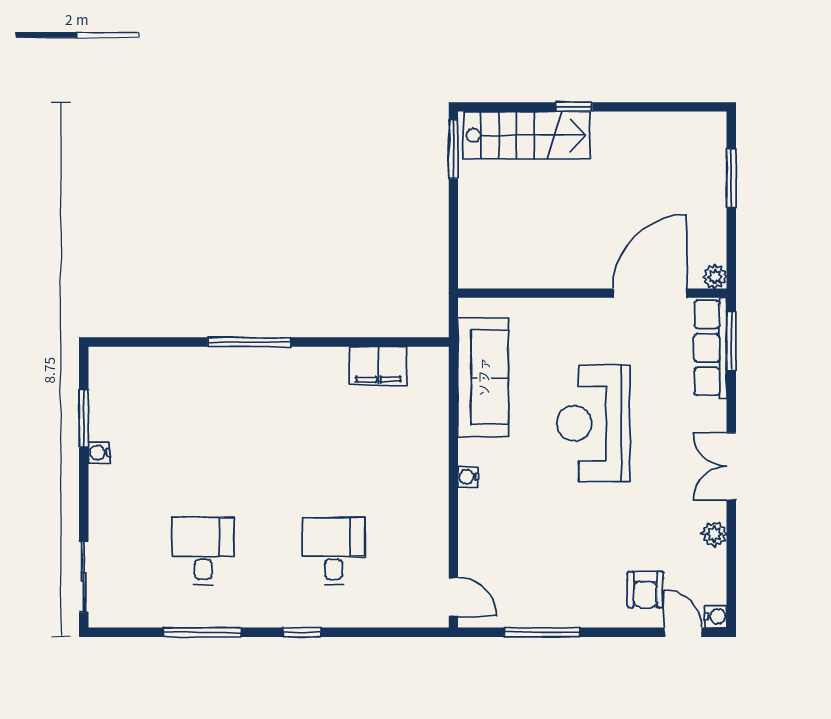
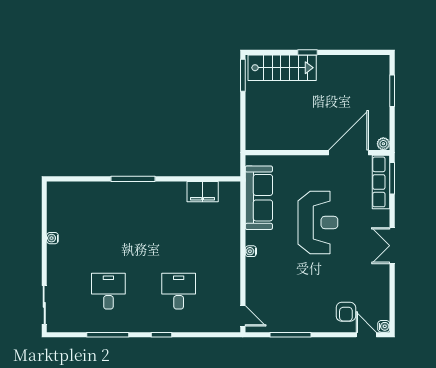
window: (84, 419) -> (44, 220), removed
reception desk: (593, 423) -> (318, 222), turned 180
plant: (714, 534) -> (383, 282), removed

